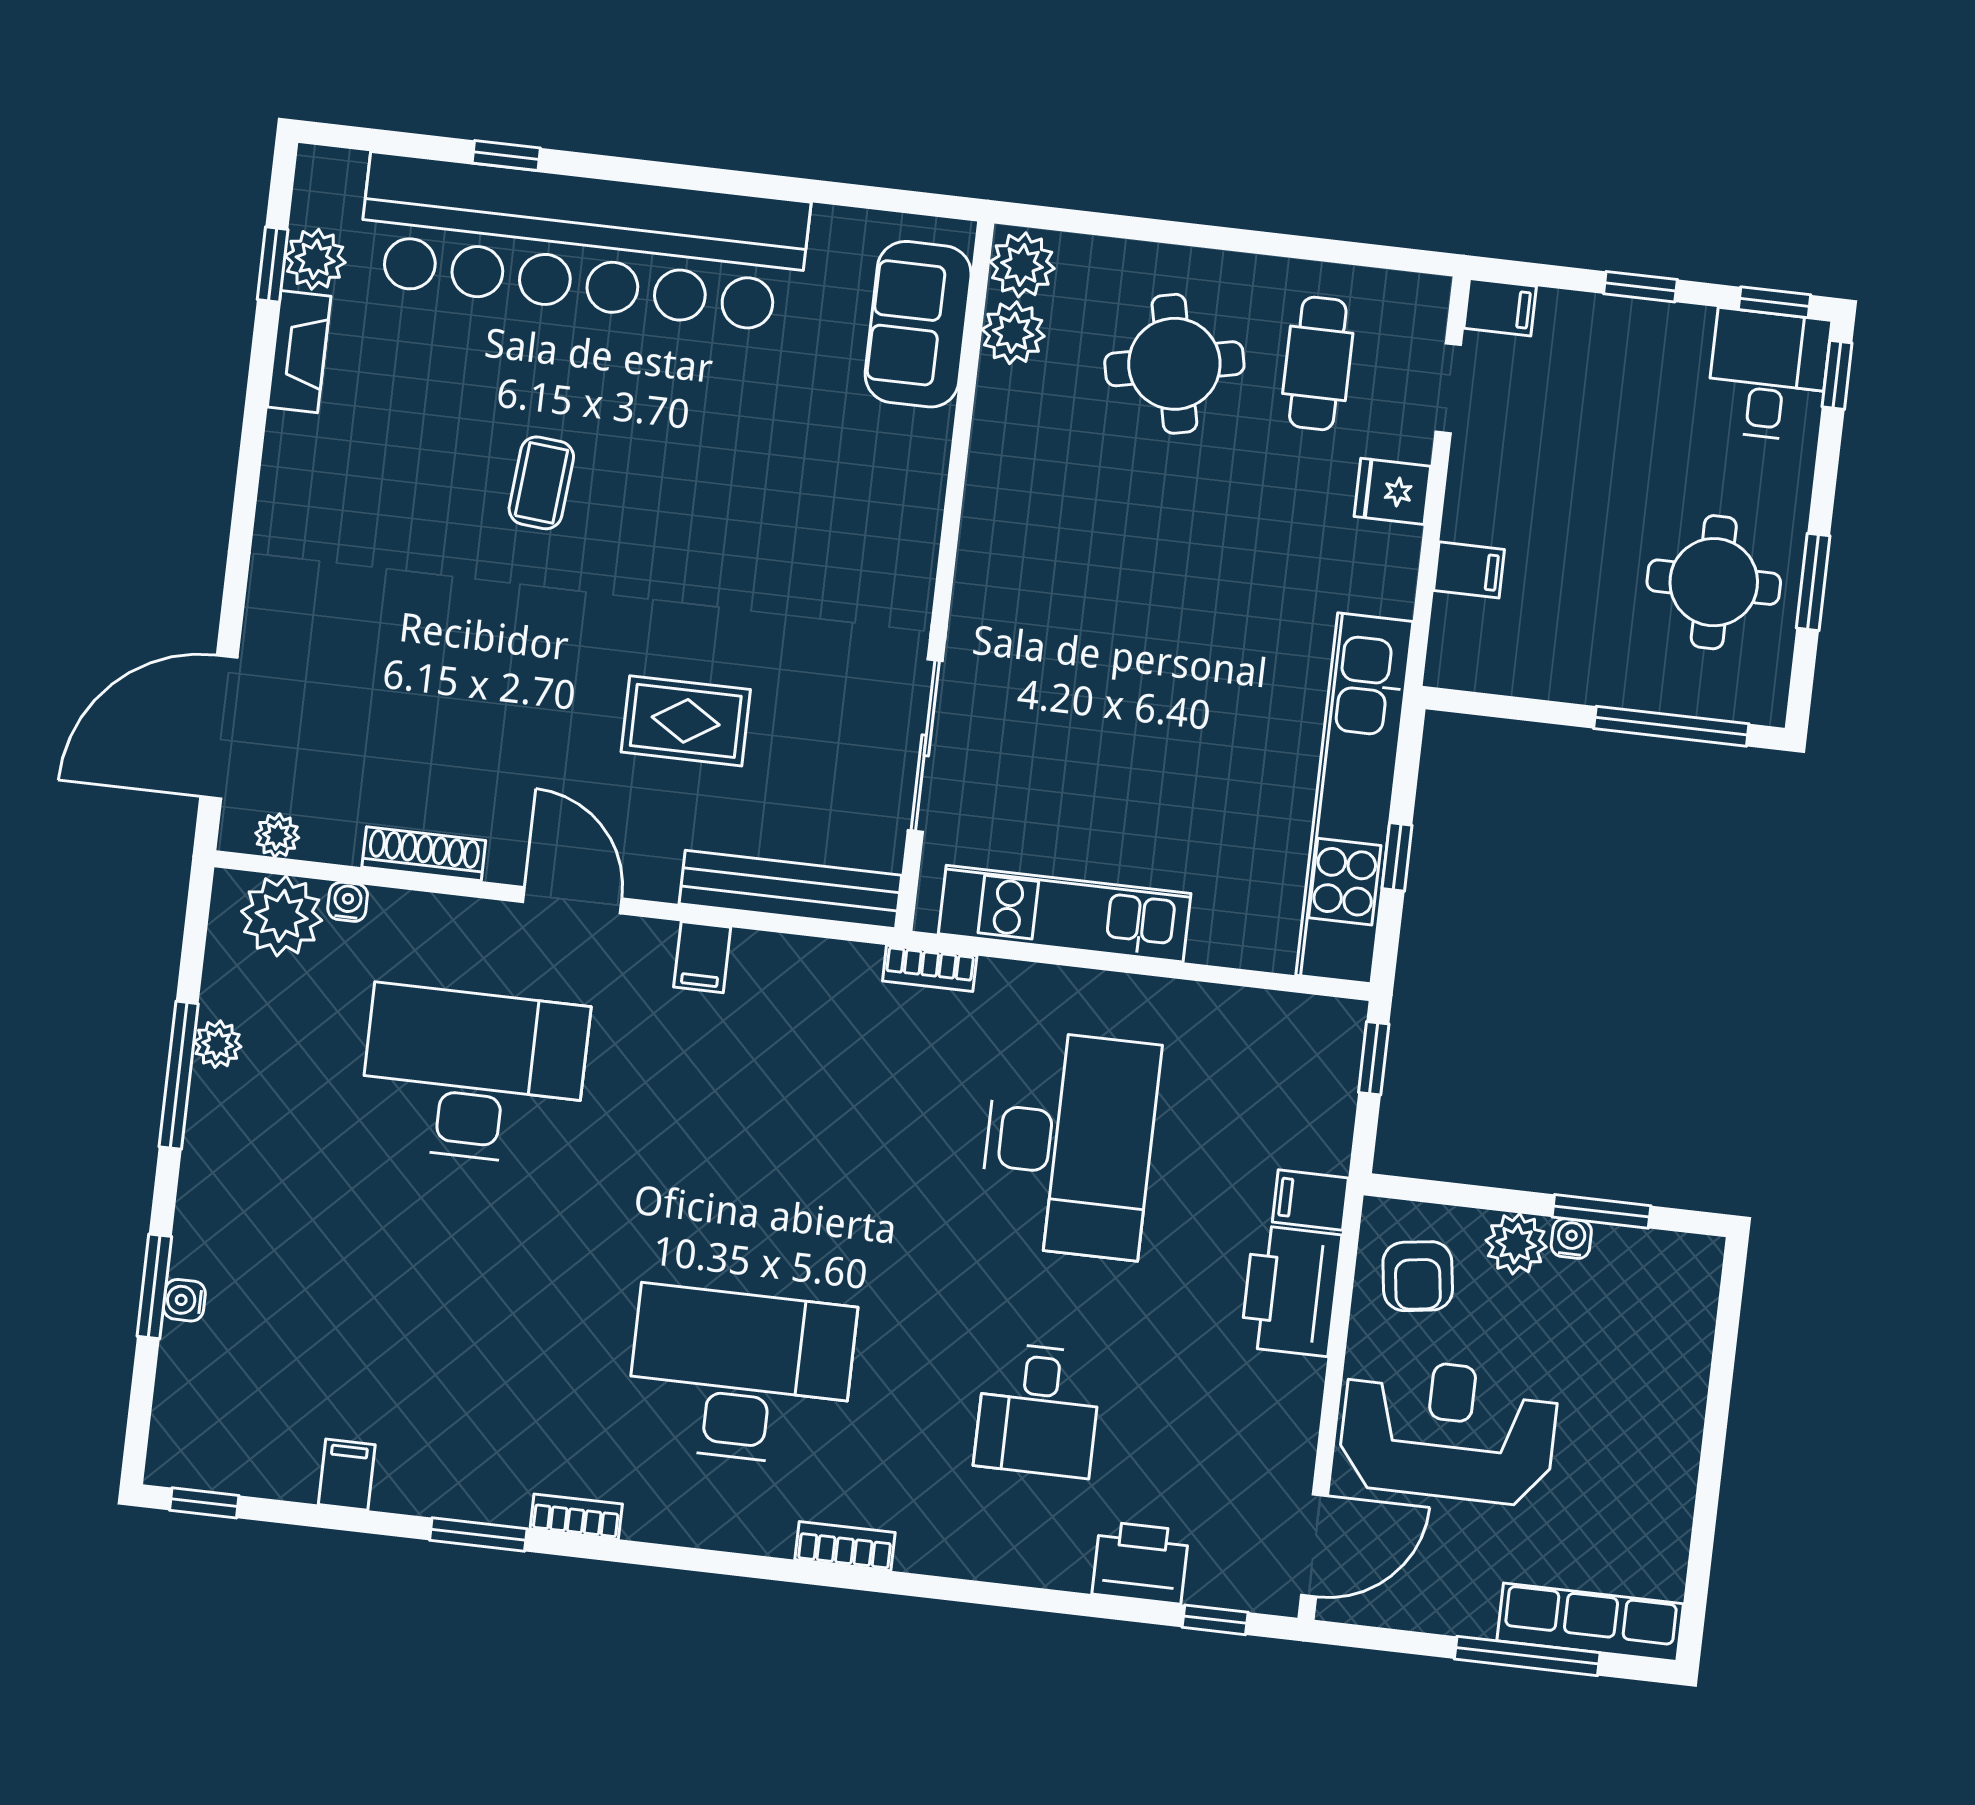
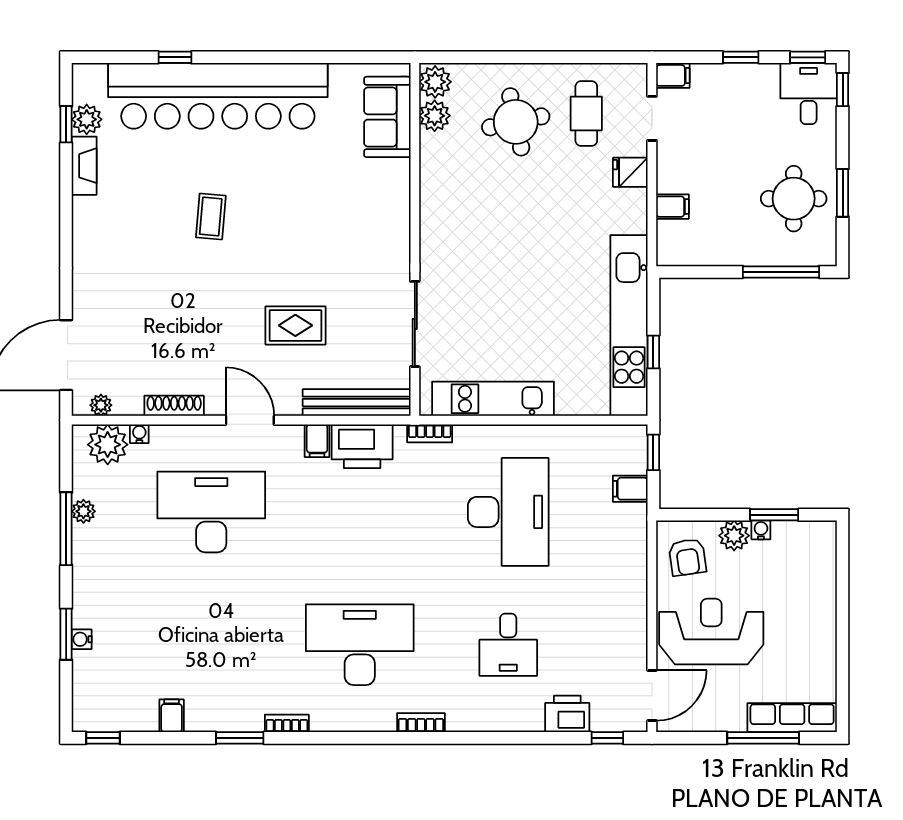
filing cabinet: (1310, 1200) -> (630, 489), moved
printer: (1291, 1291) -> (362, 446), moved, turned -90

